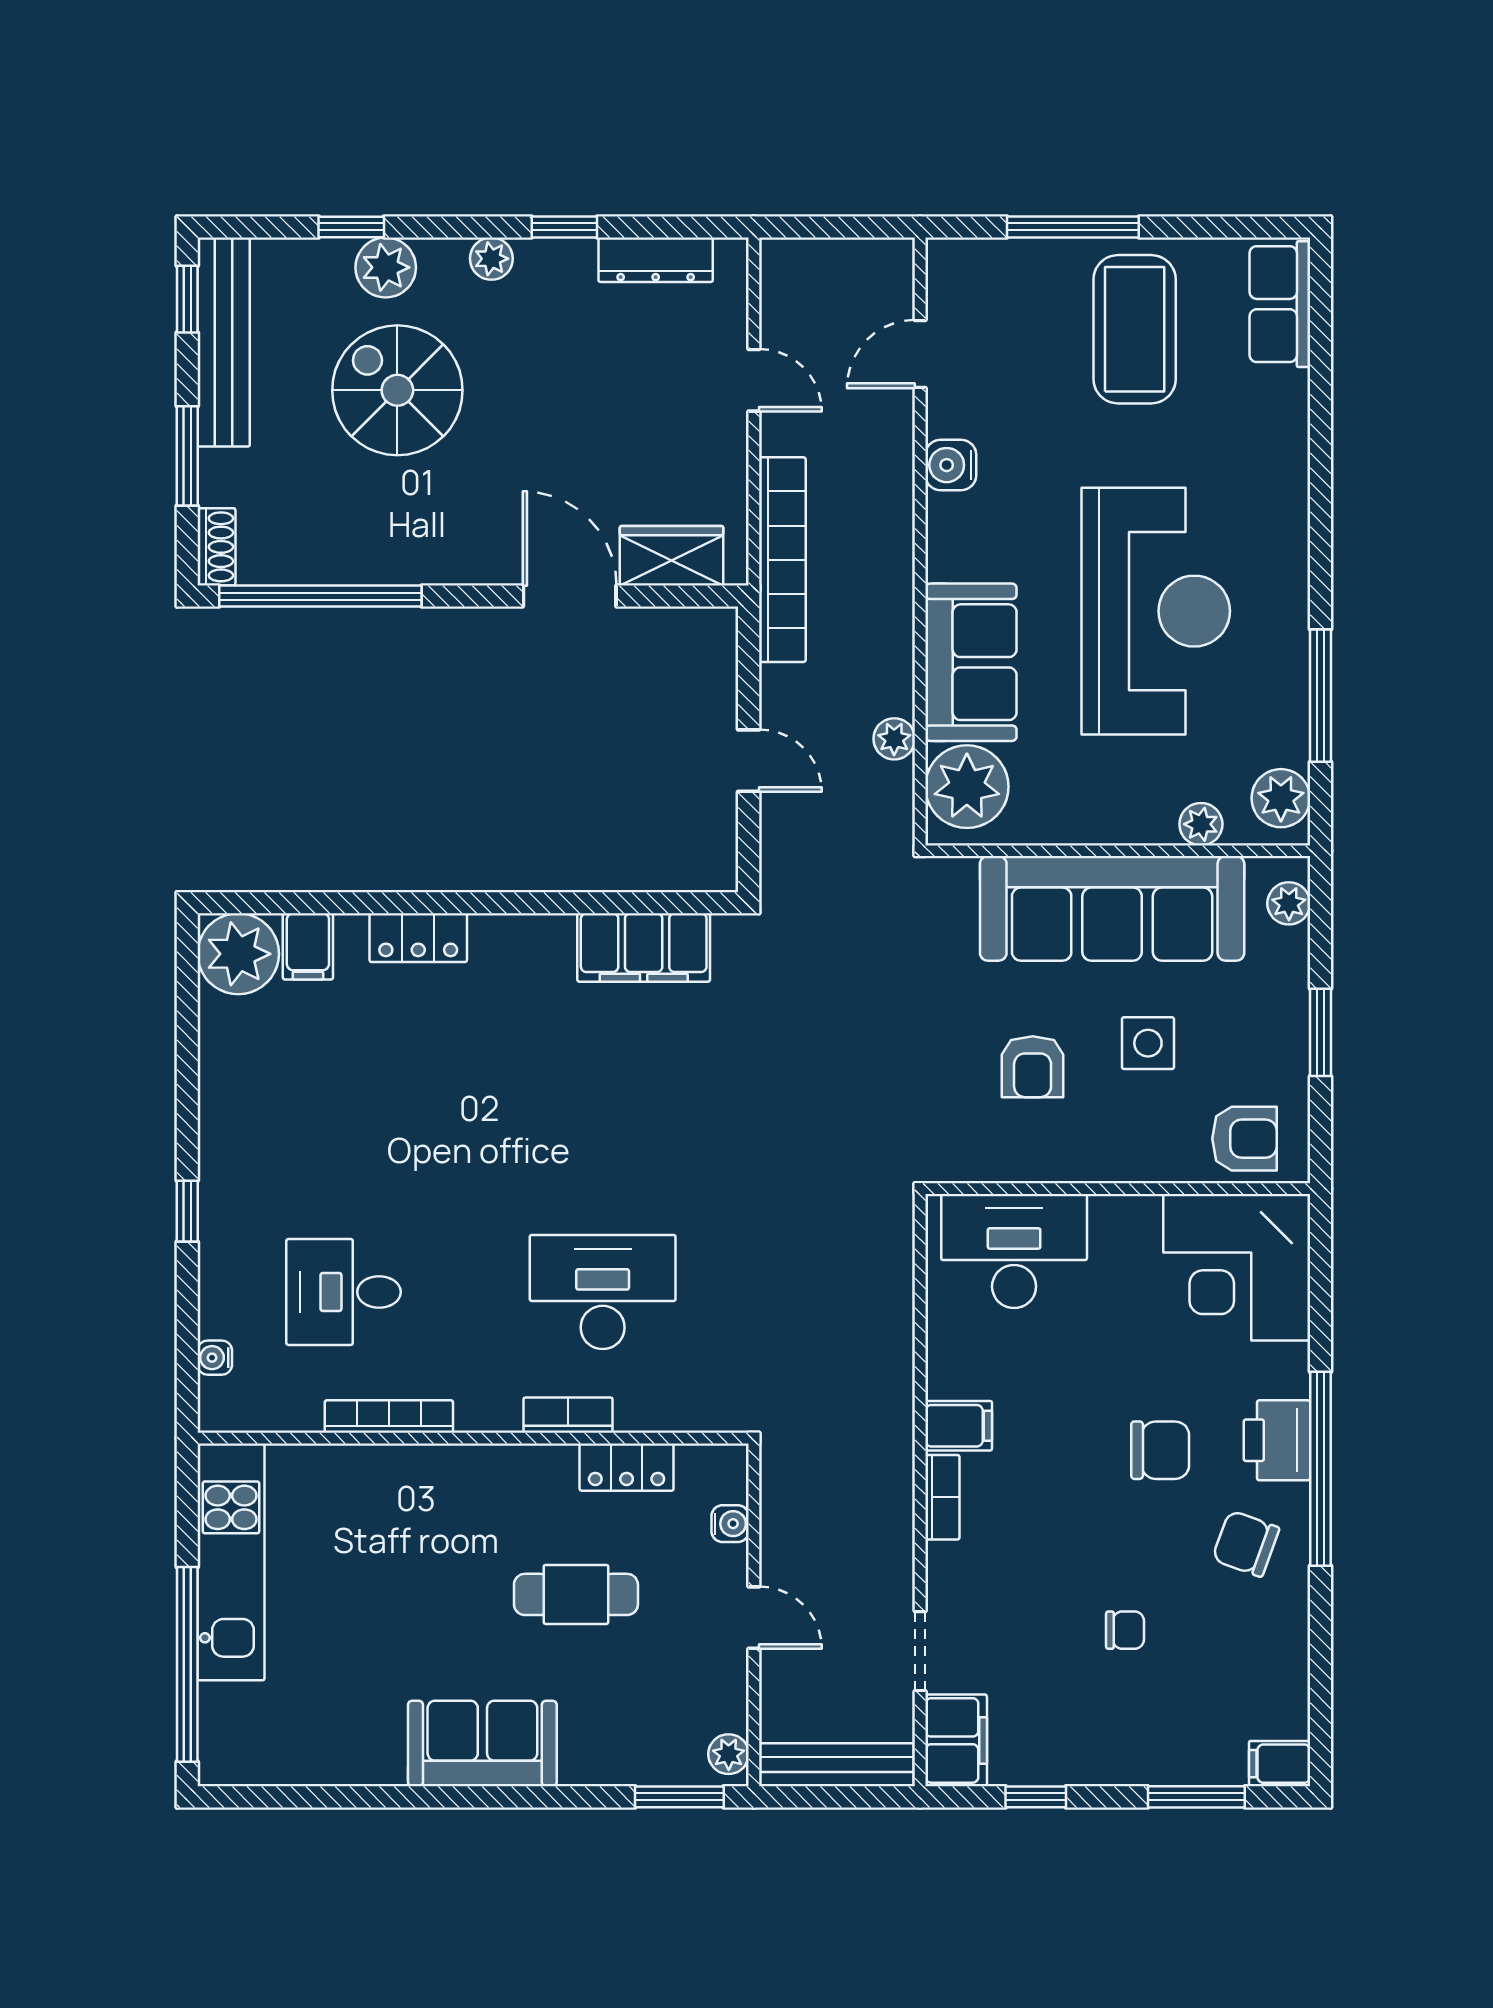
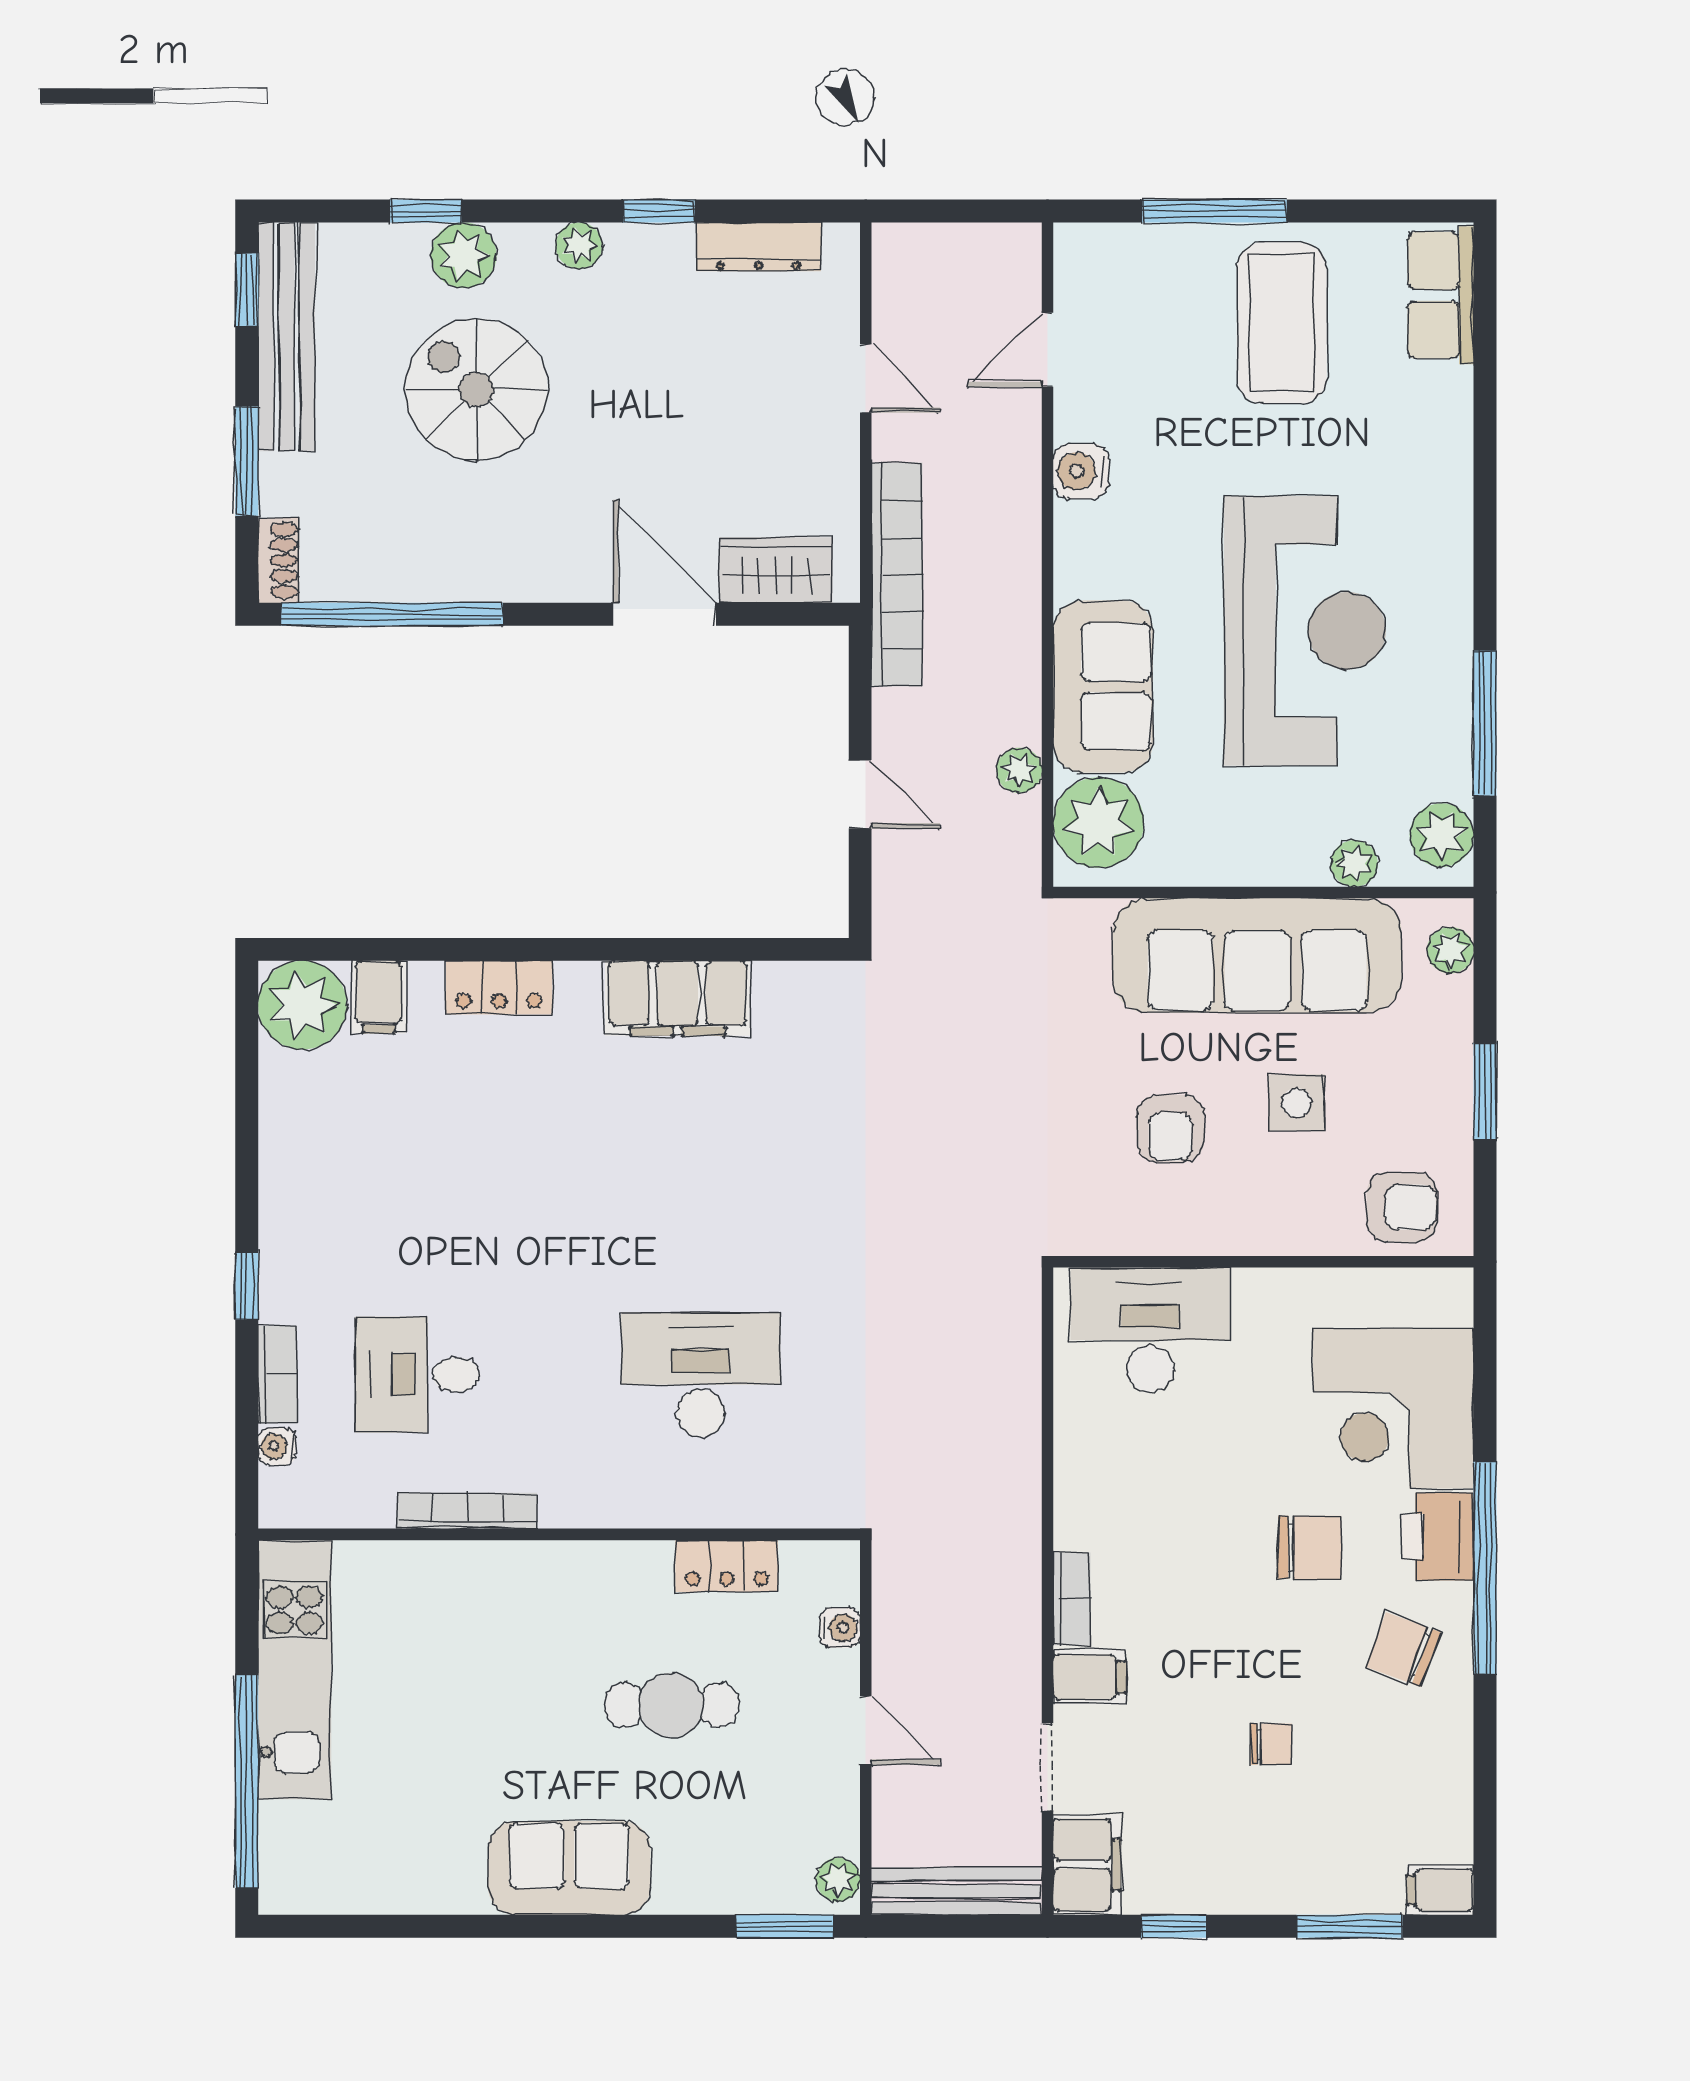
filing cabinet: (644, 947) -> (678, 998), moved
corner desk: (1237, 1267) -> (1393, 1408), moved
bookcase: (568, 1415) -> (277, 1375), moved, turned 90
filing cabinet: (959, 1426) -> (1090, 1677), moved

